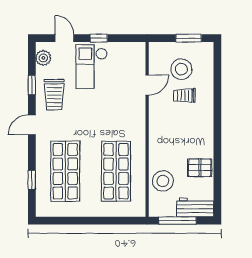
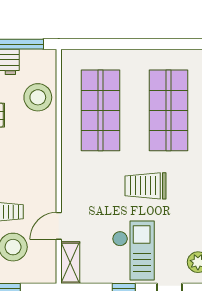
shelving: (139, 58) -> (70, 263), added
trolley: (54, 95) -> (145, 186), moved, turned -90

